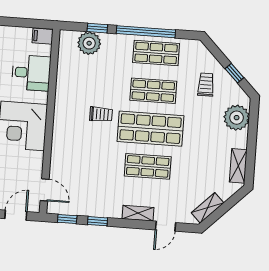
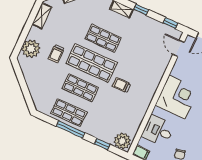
window: (146, 32) -> (70, 129), width x0.68
plant: (89, 43) -> (122, 141), moved
window: (234, 73) -> (21, 79), removed
trolley: (206, 85) -> (56, 54), moved
window: (98, 221) -> (141, 10), moved

